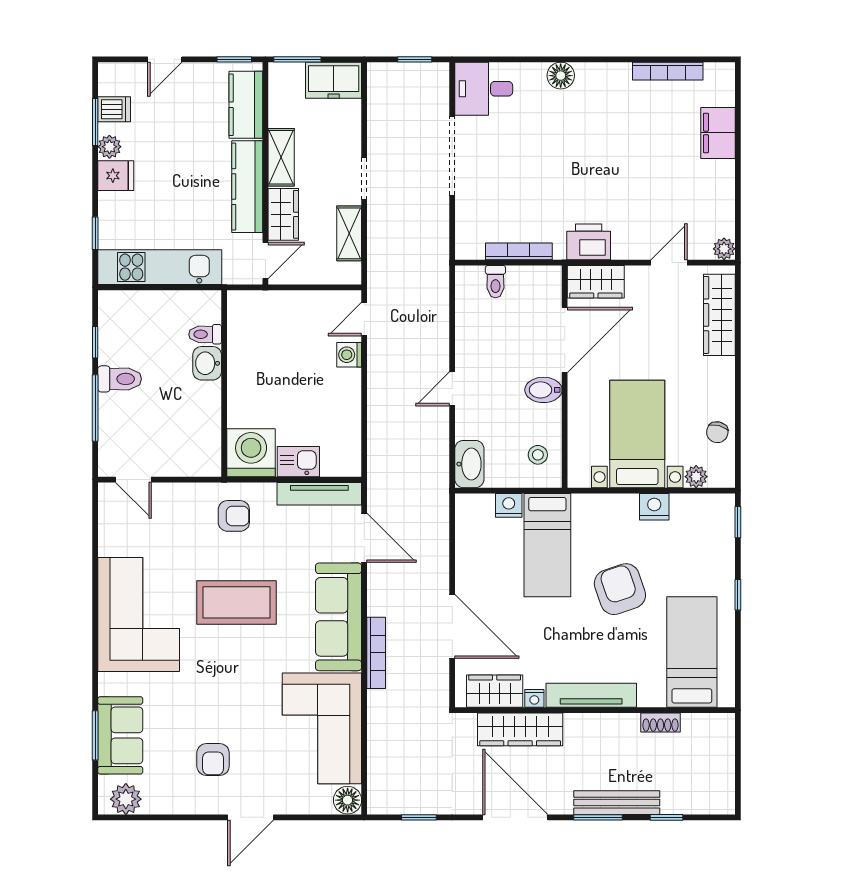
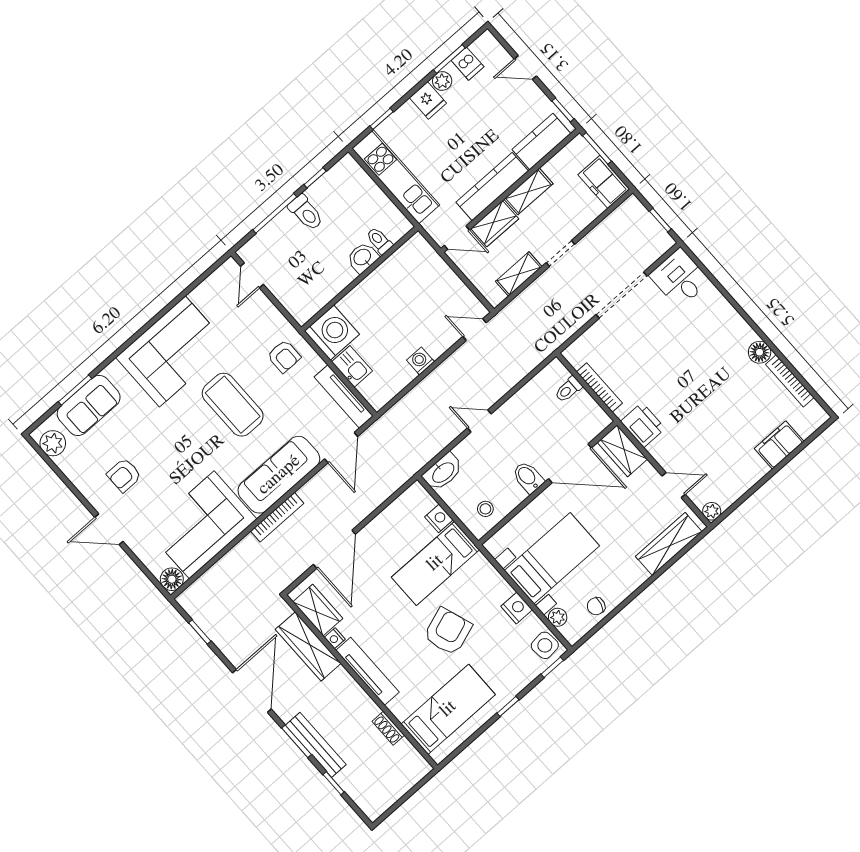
floor lamp: (561, 76) -> (760, 352), moved
washing machine: (349, 355) -> (421, 361), moved
side table: (712, 511) -> (545, 645), added

